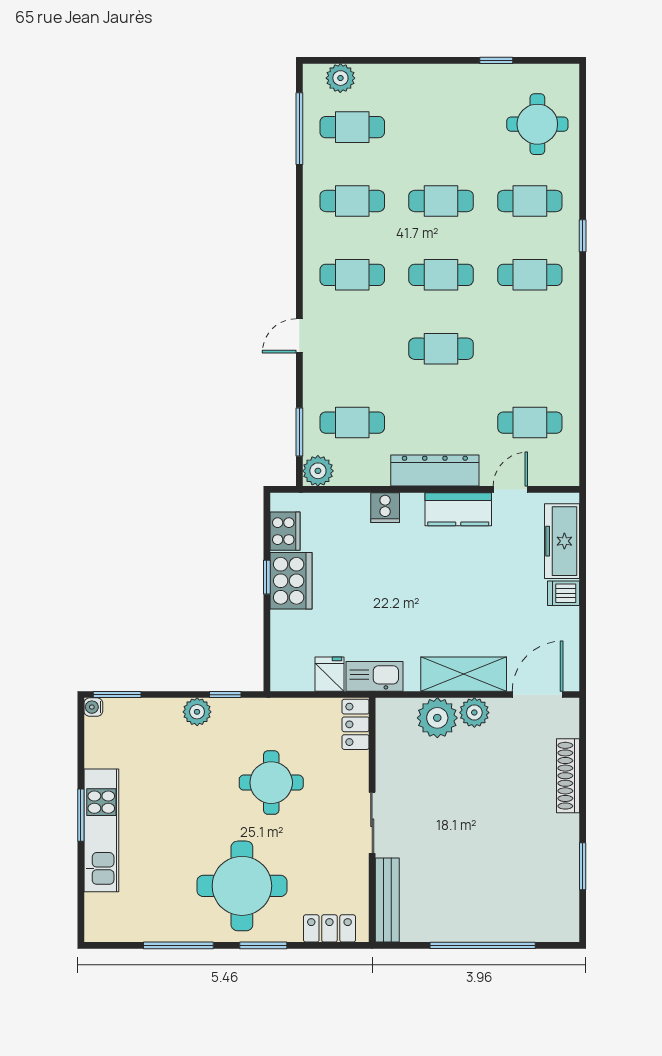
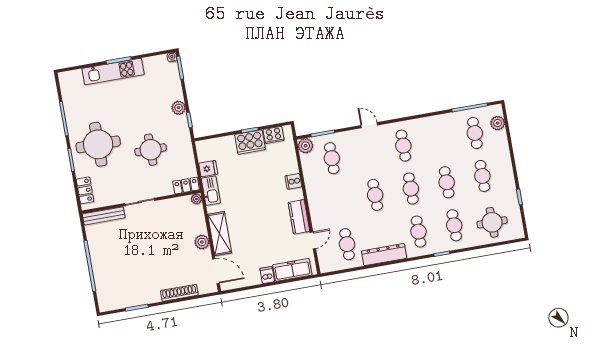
cafe table: (352, 201) -> (482, 176), moved
dresser: (435, 470) -> (384, 255), moved, turned -90
door: (510, 489) -> (313, 240), hinge flipped
plant: (437, 718) -> (196, 199), moved, width x0.53, depth x0.53

